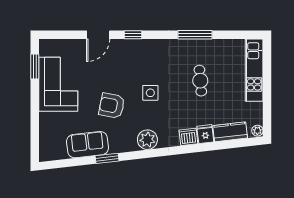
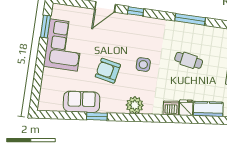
cafe table: (200, 81) -> (189, 60), turned -75

